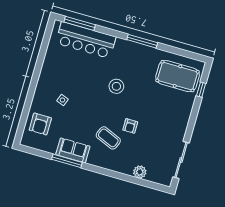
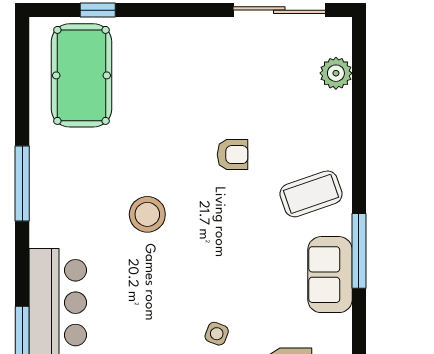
coffee table: (108, 138) -> (311, 194), moved, turned 48
window: (67, 161) -> (359, 251), moved
plant: (140, 172) -> (336, 73), moved

